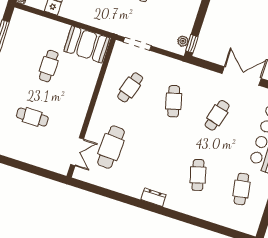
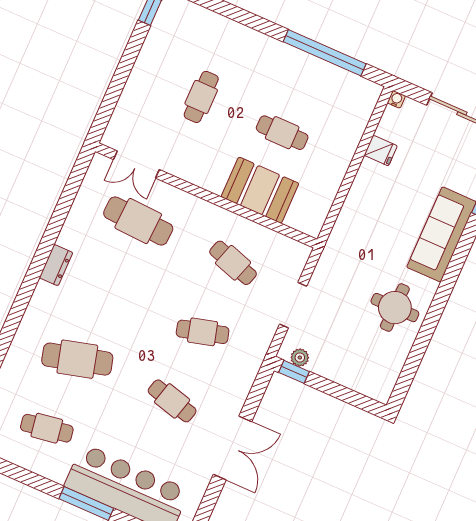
booth: (87, 44) -> (260, 190), moved, turned 90
doorway: (137, 44) -> (293, 305), moved
cafe table: (198, 175) -> (77, 359), width x1.37, depth x1.35
dresser: (154, 197) -> (56, 265), moved

